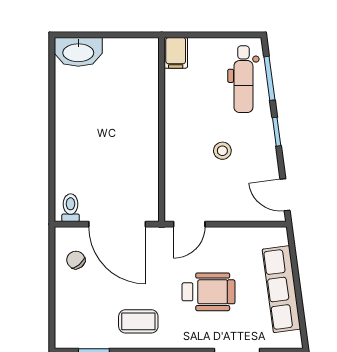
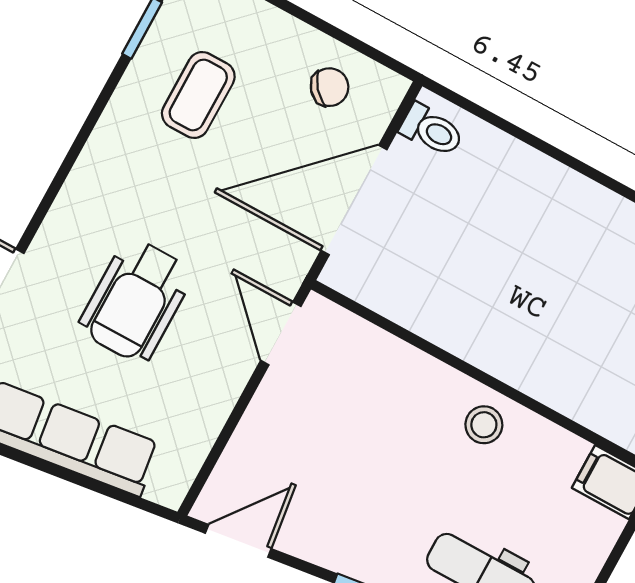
stool: (222, 151) -> (484, 425), moved
coffee table: (138, 321) -> (198, 95), moved

